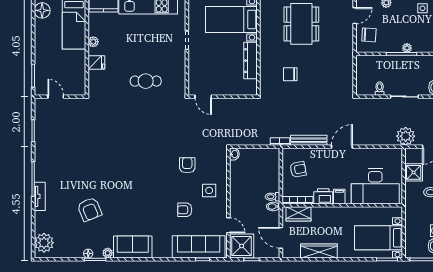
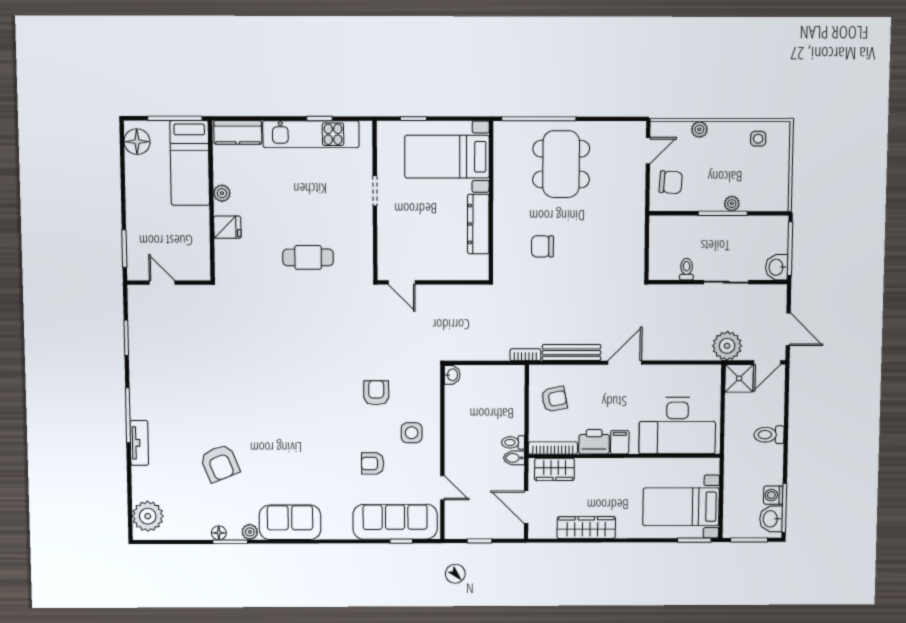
shower: (414, 172) -> (739, 378), moved
shower: (242, 246) -> (464, 520), removed

